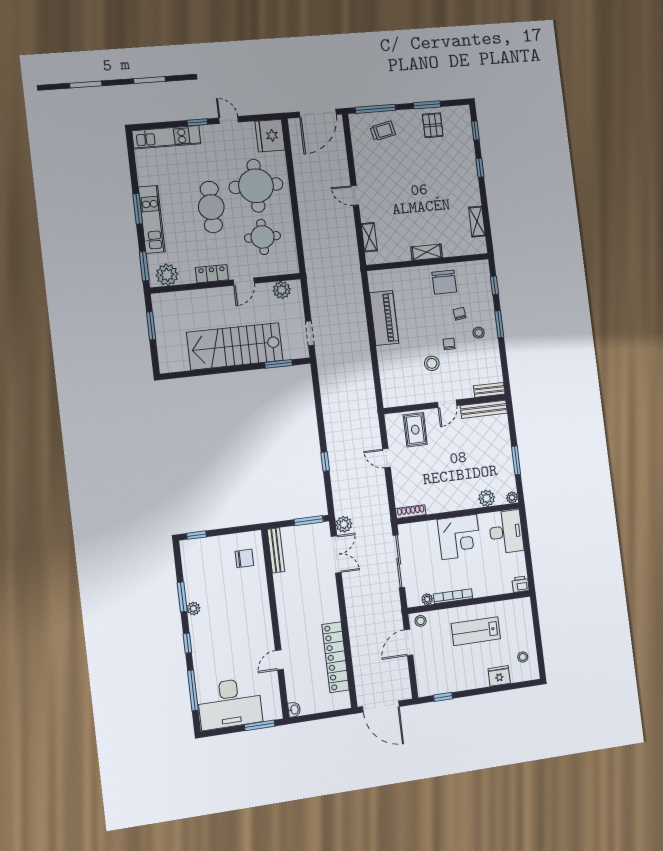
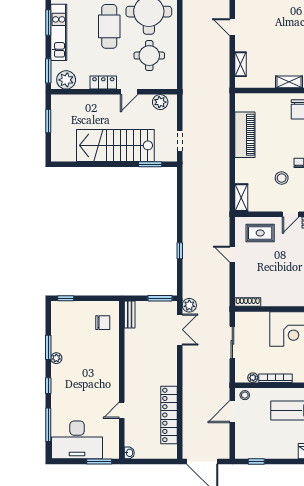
shelving: (389, 391) -> (241, 198), added
rug: (415, 430) -> (260, 233), turned 90
bench: (276, 550) -> (130, 315), width x0.73
sliding door: (399, 561) -> (232, 342), width x0.73

